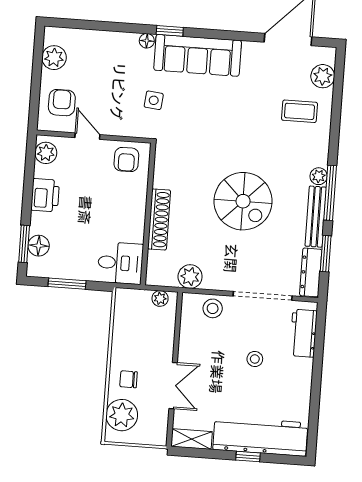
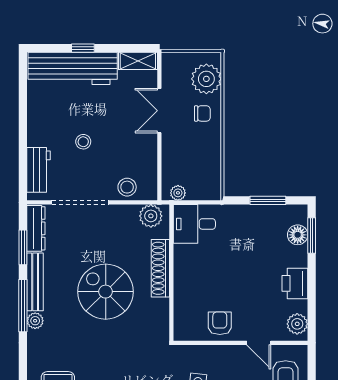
wall: (148, 214) -> (171, 273), moved
shoe rack: (159, 219) -> (160, 268), moved
desk: (120, 263) -> (194, 224), moved

